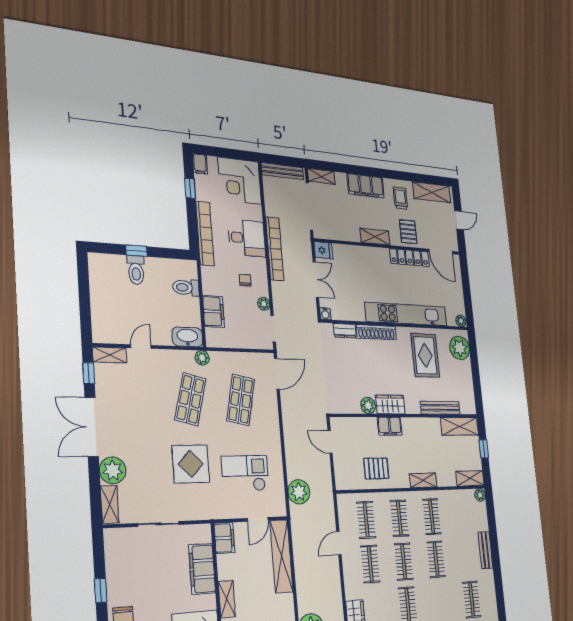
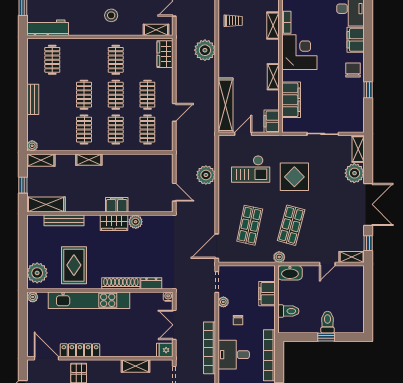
shelving: (375, 237) -> (136, 366), moved
pallet: (376, 468) -> (133, 170), removed
plant: (299, 492) -> (206, 175), moved

